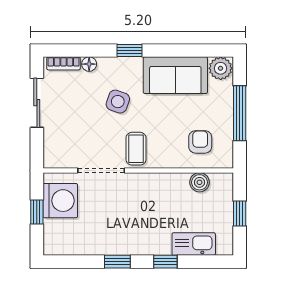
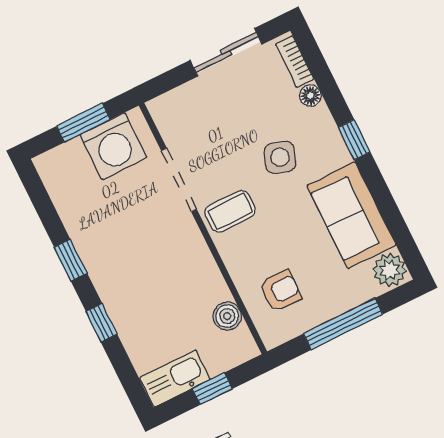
window: (37, 212) -> (83, 123), width x1.50
kitchen sink: (194, 244) -> (175, 379), moved, turned -90

